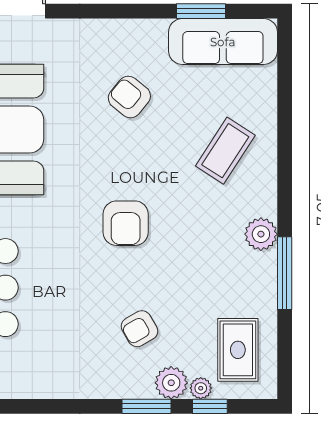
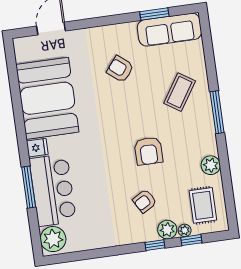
armchair: (126, 223) -> (149, 151), moved
plant: (261, 234) -> (211, 165), moved
window: (285, 273) -> (217, 112), moved
window: (146, 406) -> (155, 245), width x0.67

